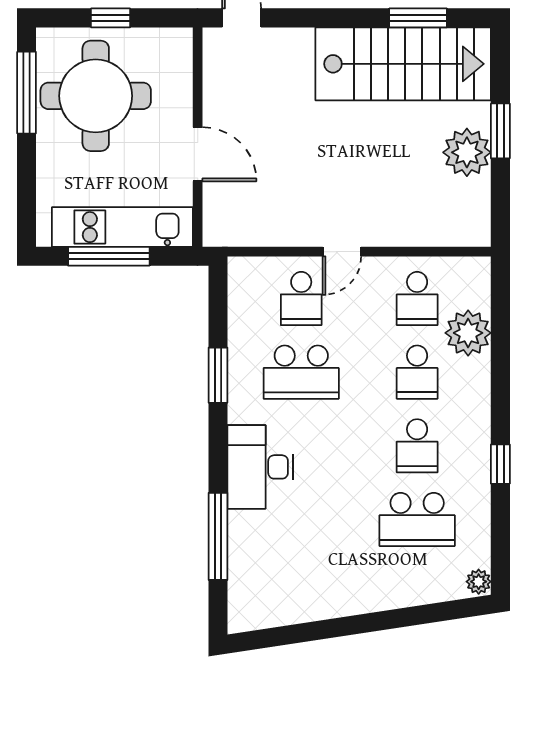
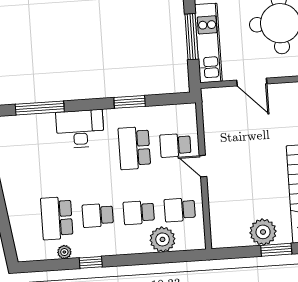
door: (198, 154) -> (252, 82), hinge flipped
plant: (479, 582) -> (64, 252), moved

